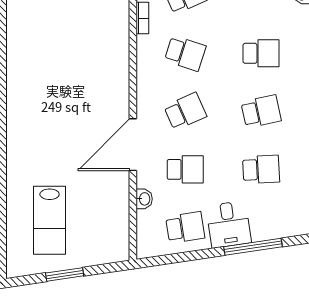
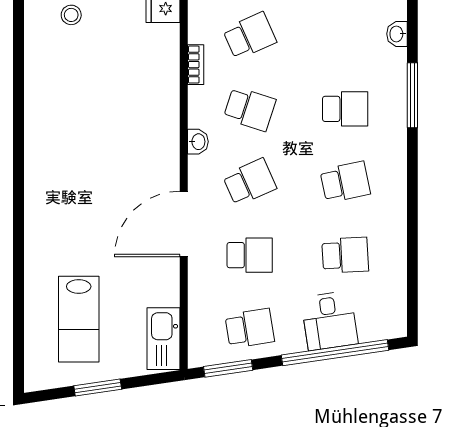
washbasin: (144, 199) -> (198, 142), moved
desk: (229, 224) -> (329, 321), moved
kitchen sink: (117, 236) -> (163, 339), added
window: (253, 247) -> (335, 353), width x1.46
window: (168, 259) -> (228, 368), added

